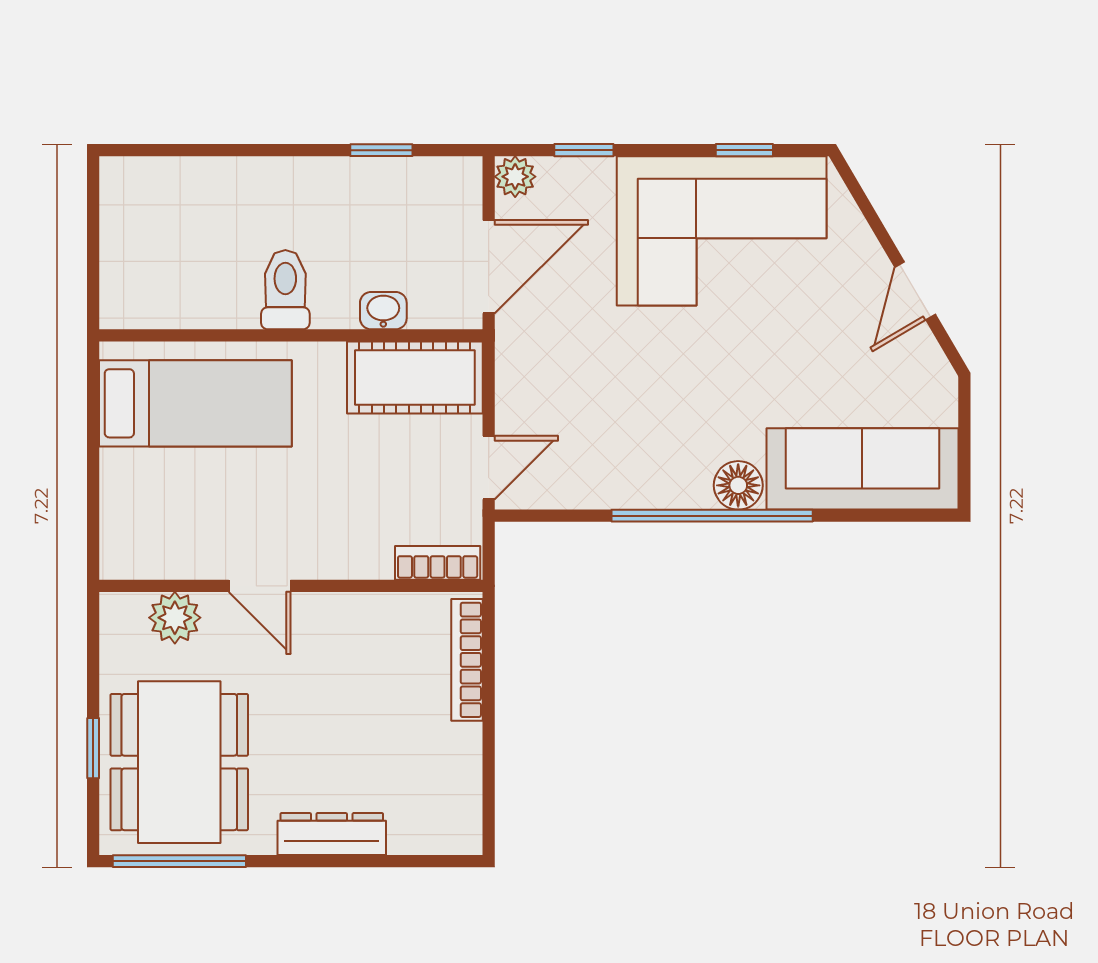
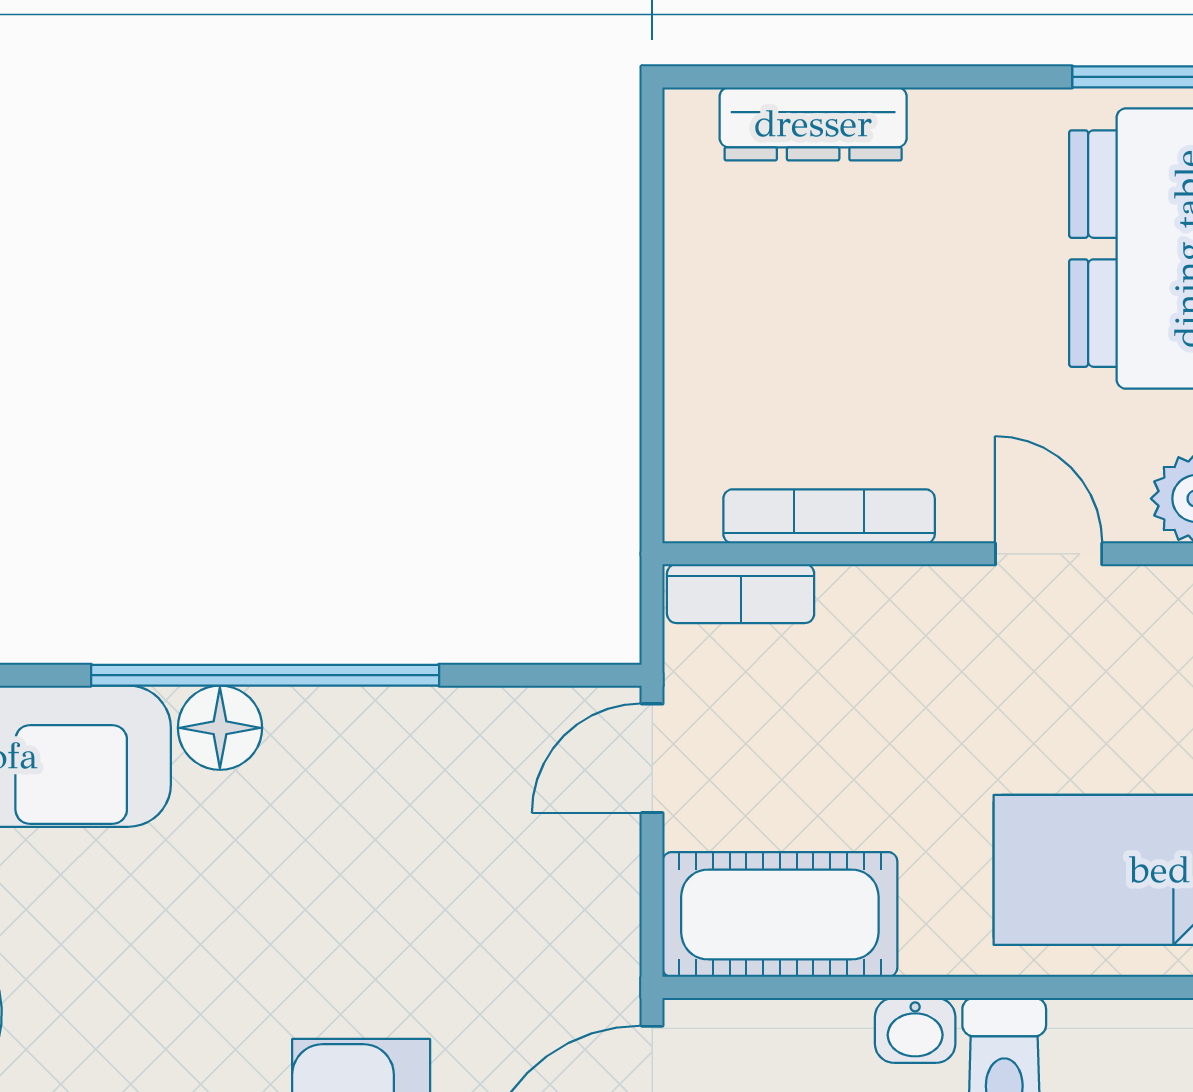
washbasin: (383, 311) -> (915, 1030), moved
bookcase: (467, 660) -> (829, 516), moved, turned -90
dresser: (332, 834) -> (813, 124), moved

